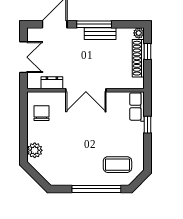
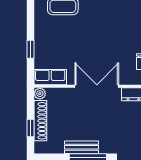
plant: (139, 33) -> (40, 94), moved
row of seats: (137, 107) -> (50, 77), moved, turned -90

